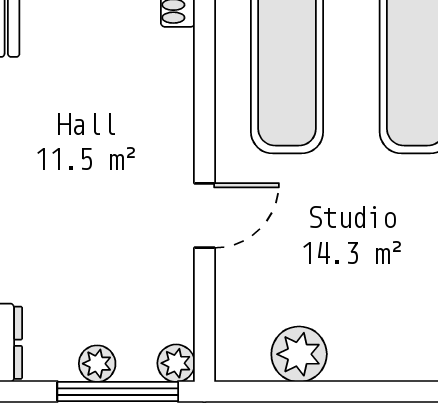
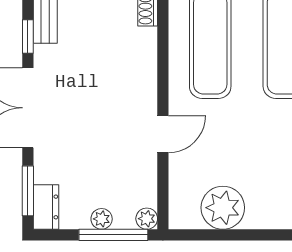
plant: (299, 354) -> (223, 208), width x1.36, depth x1.36

